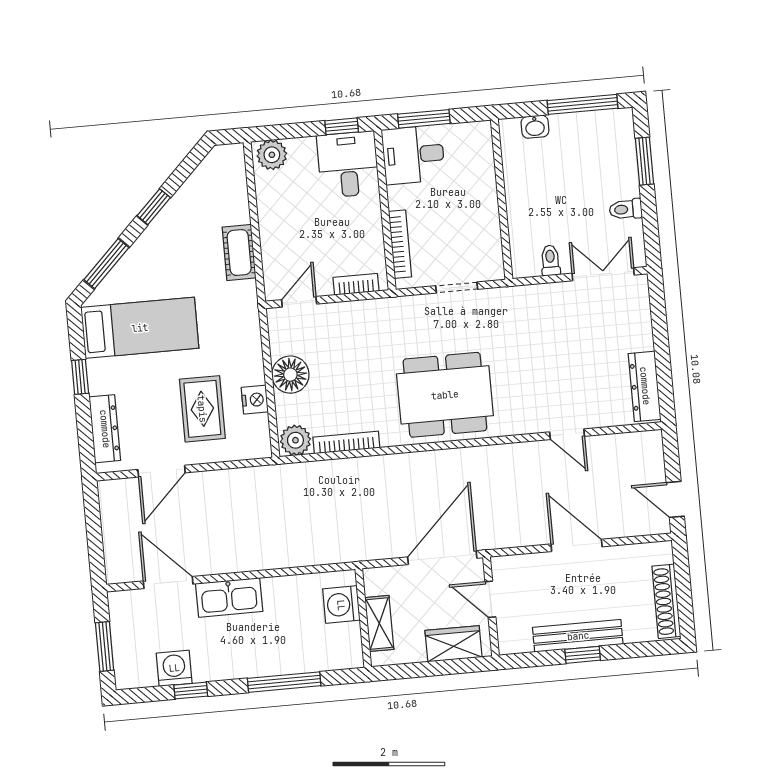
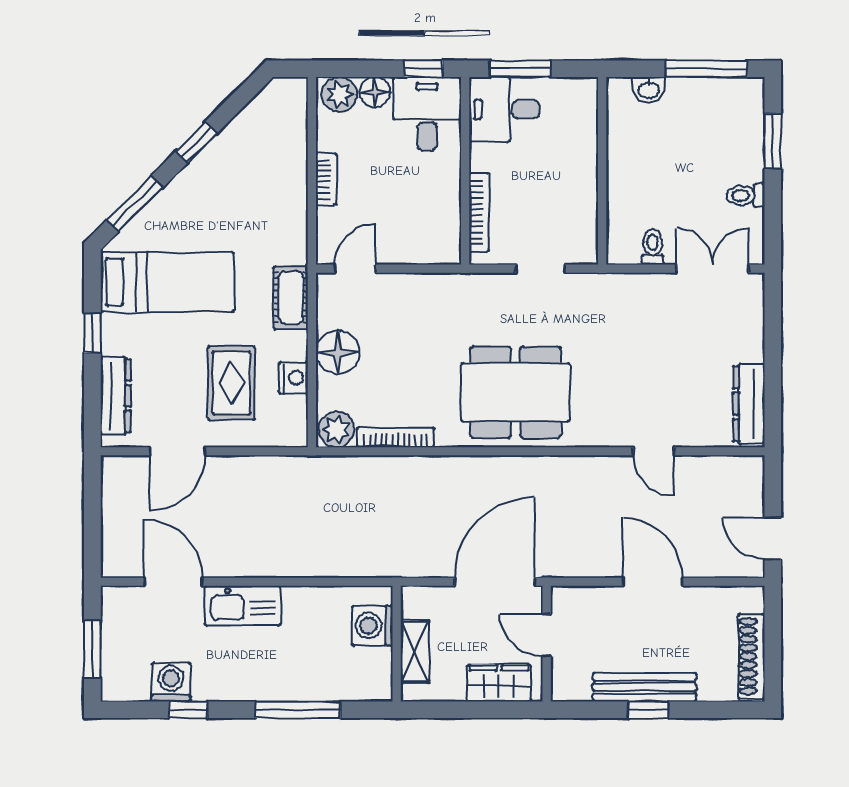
floor lamp: (302, 150) -> (375, 92), added
cot: (239, 253) -> (291, 298), moved
bookcase: (356, 284) -> (326, 179), moved, turned 90

